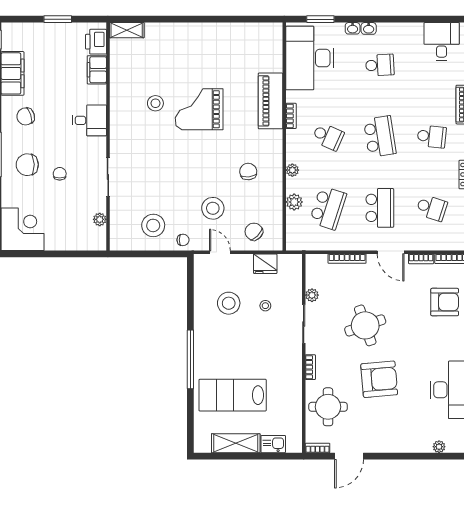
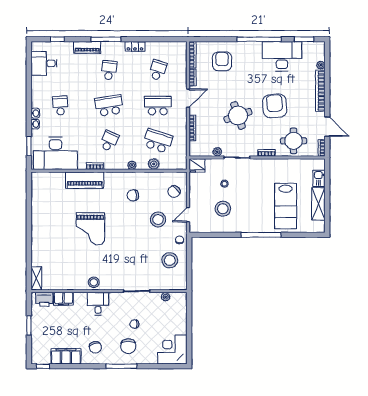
stool: (155, 103) -> (94, 282), moved
fridge: (265, 264) -> (197, 165), moved, turned 90
bookcase: (401, 446) -> (320, 91), added

